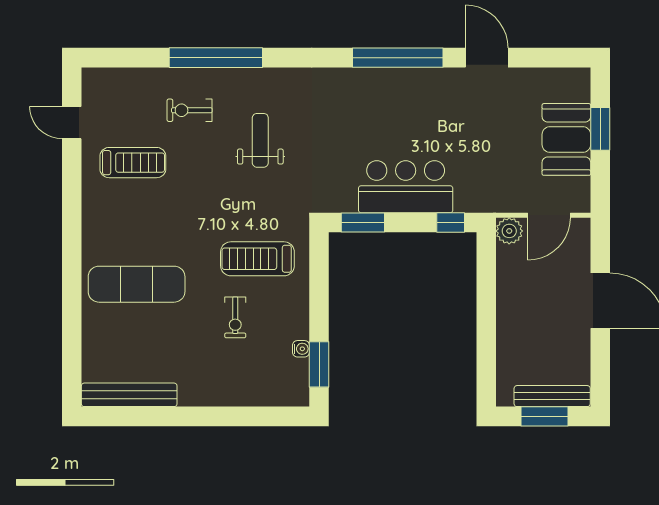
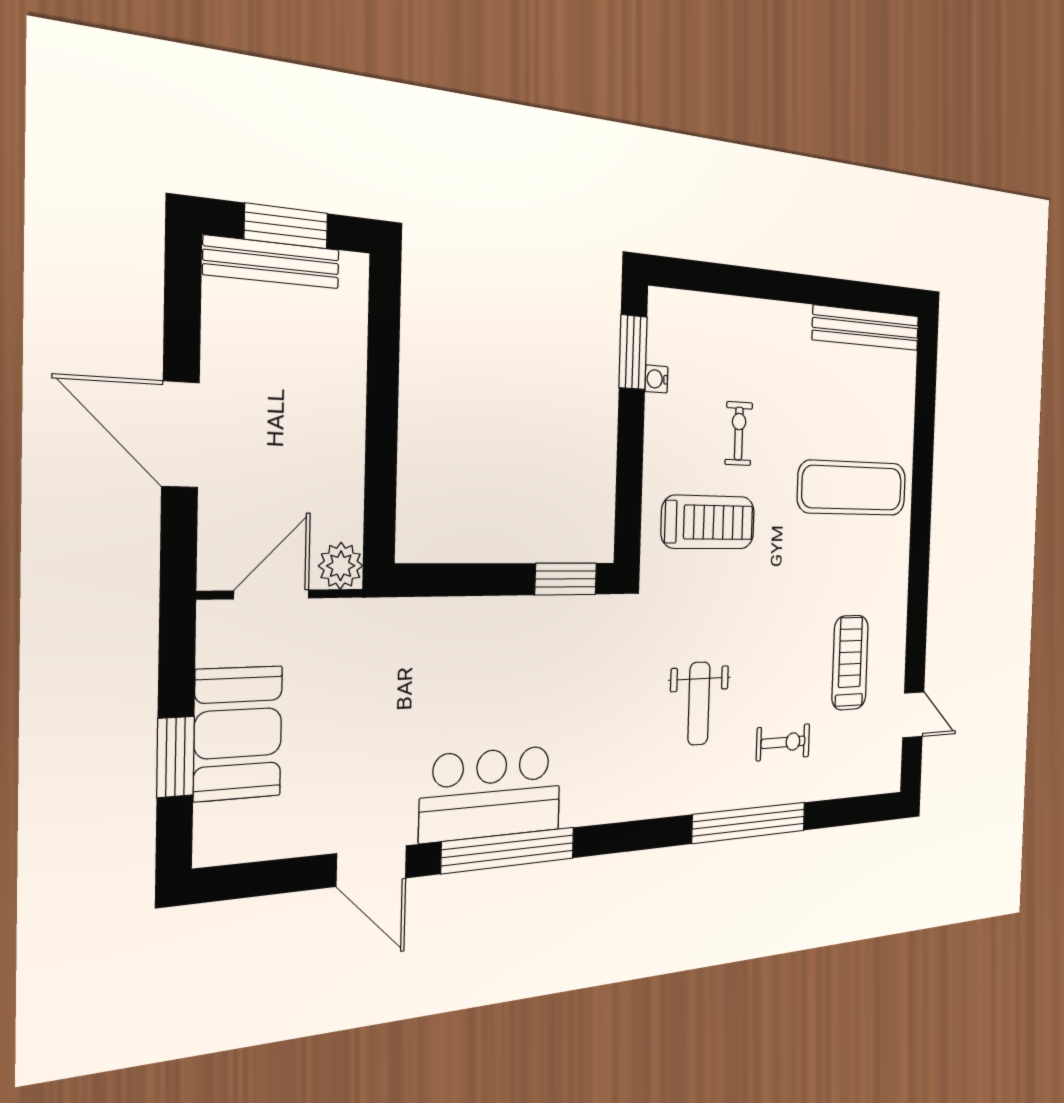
treadmill: (133, 163) -> (850, 663), turned 90
bar counter: (406, 187) -> (491, 793), moved, turned 180
window: (451, 223) -> (436, 580), removed

